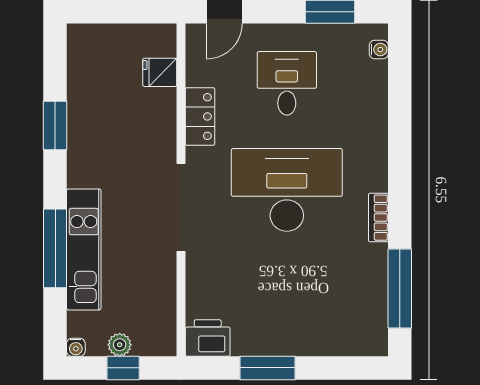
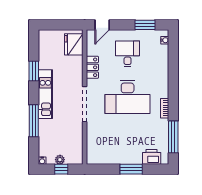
fridge: (160, 72) -> (74, 44), width x1.88, depth x1.34
desk: (287, 190) -> (128, 97), turned 180
kitchen unit: (84, 249) -> (45, 94), moved
printer: (208, 338) -> (152, 157), moved
window: (267, 368) -> (131, 169), moved

